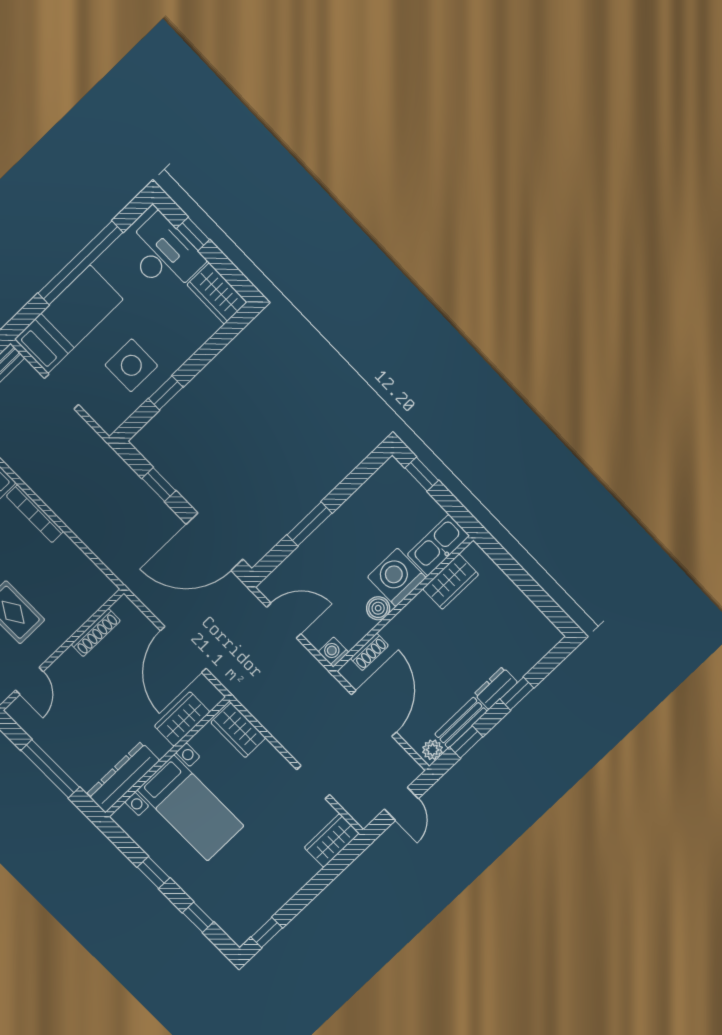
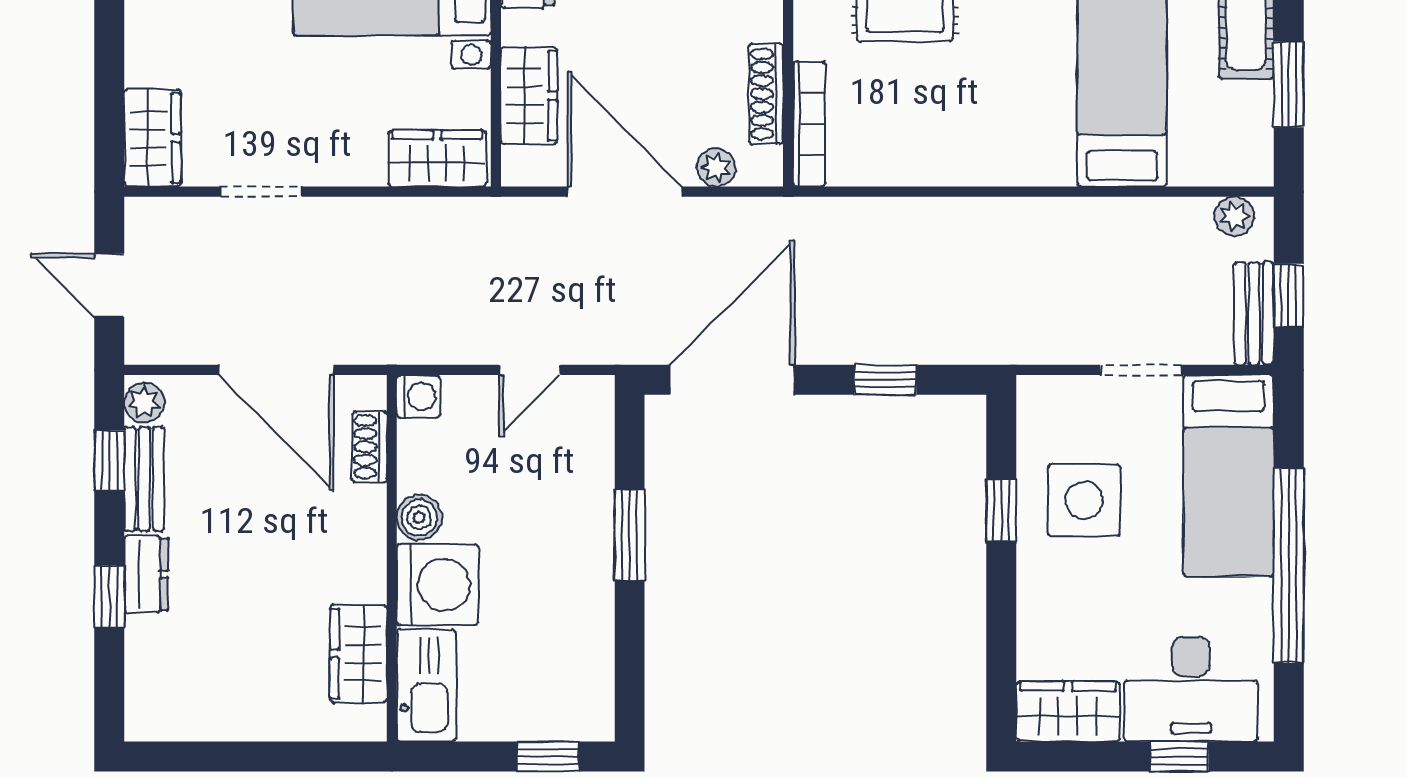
bookcase: (35, 514) -> (809, 124), moved, turned 90
door: (284, 621) -> (530, 370), width x0.73
plant: (141, 624) -> (716, 167), added

